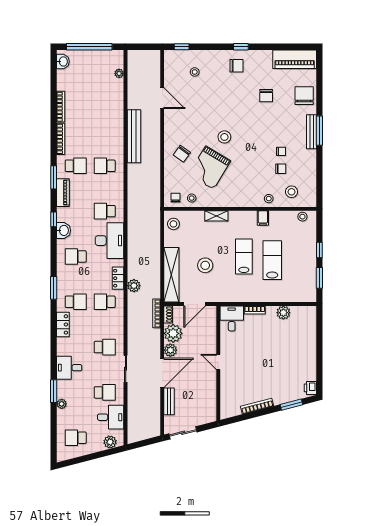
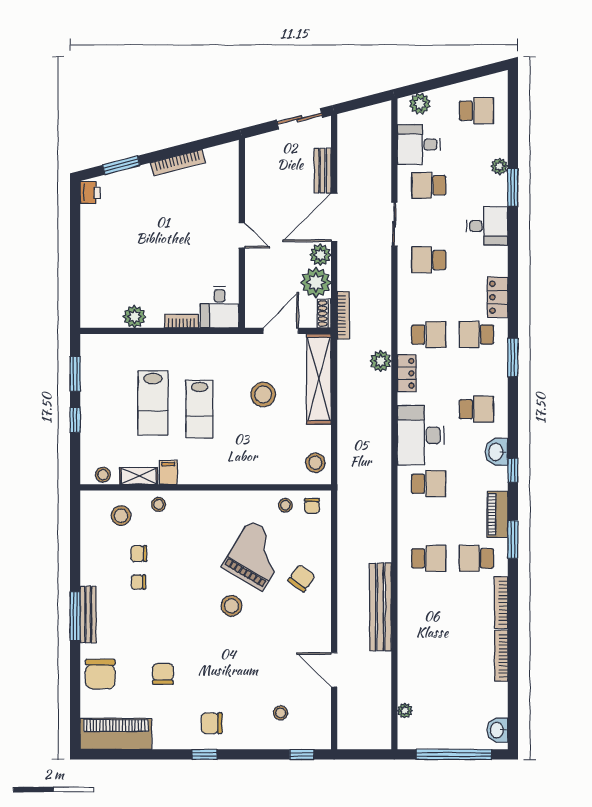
shelving: (216, 216) -> (139, 476), moved

